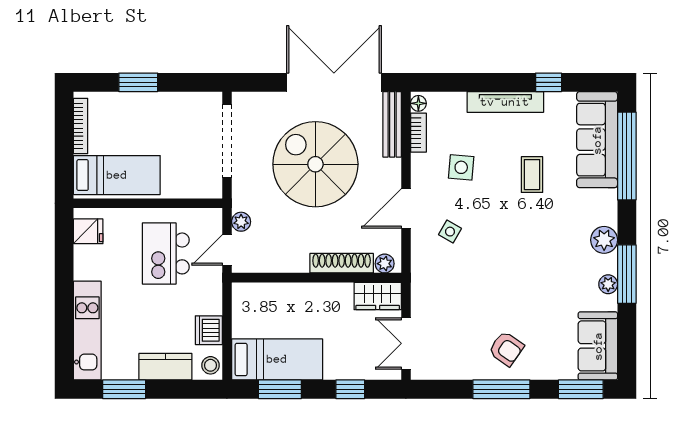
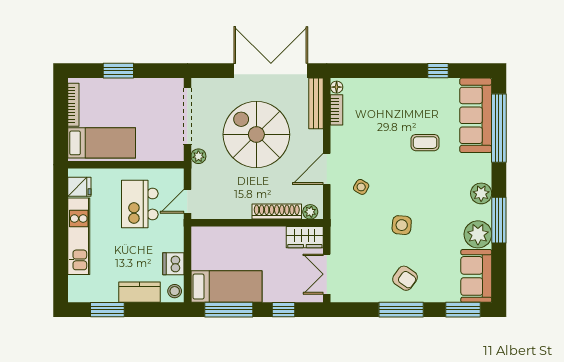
tv unit: (505, 102) -> (404, 86), removed
side table: (461, 167) -> (402, 225), moved
coffee table: (532, 175) -> (425, 143), turned 90
plant: (241, 222) -> (198, 156), moved
plant: (608, 284) -> (478, 234), width x1.88, depth x1.88
kitchen unit: (87, 330) -> (79, 236), moved
window: (280, 389) -> (229, 310), width x1.44

